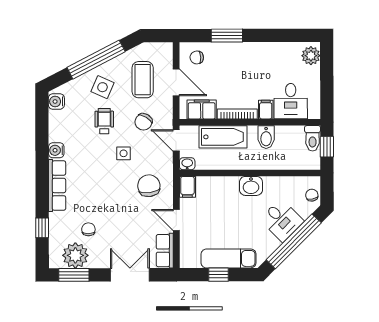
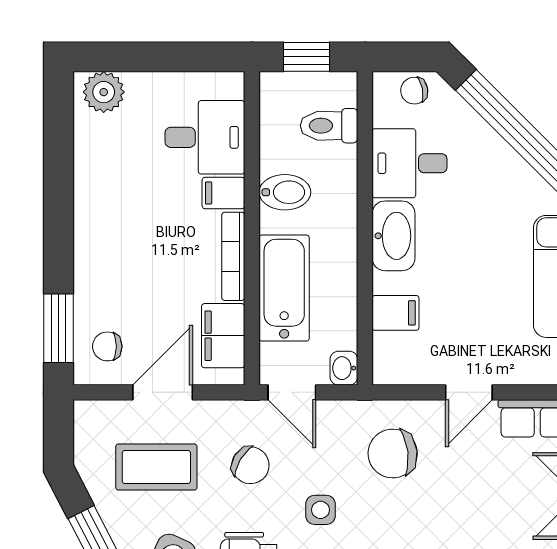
window: (227, 36) -> (59, 328), moved
chair: (197, 57) -> (107, 346), turned 92
toilet: (313, 138) -> (329, 126), moved, turned 180
door: (176, 140) -> (292, 392), hinge flipped
washbasin: (251, 186) -> (394, 236), width x1.38
filing cabinet: (187, 187) -> (396, 313), moved
desk: (282, 220) -> (410, 163), moved, turned -135

